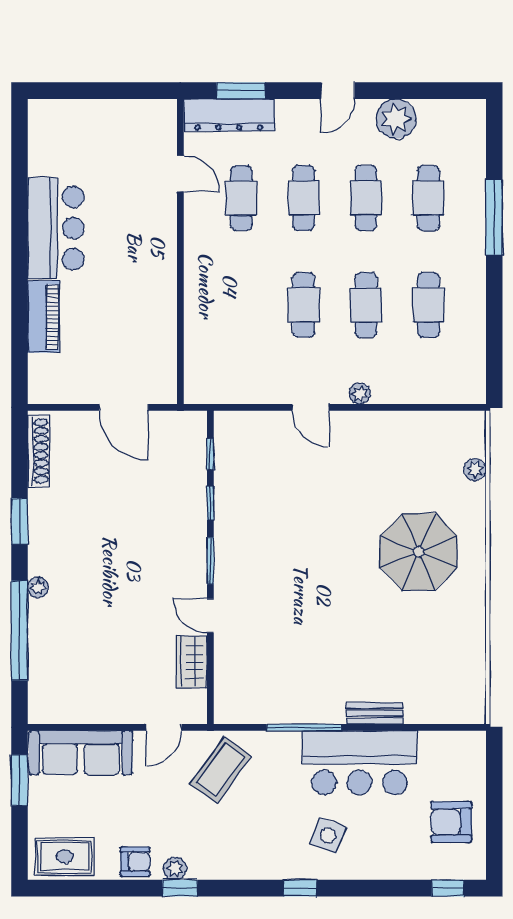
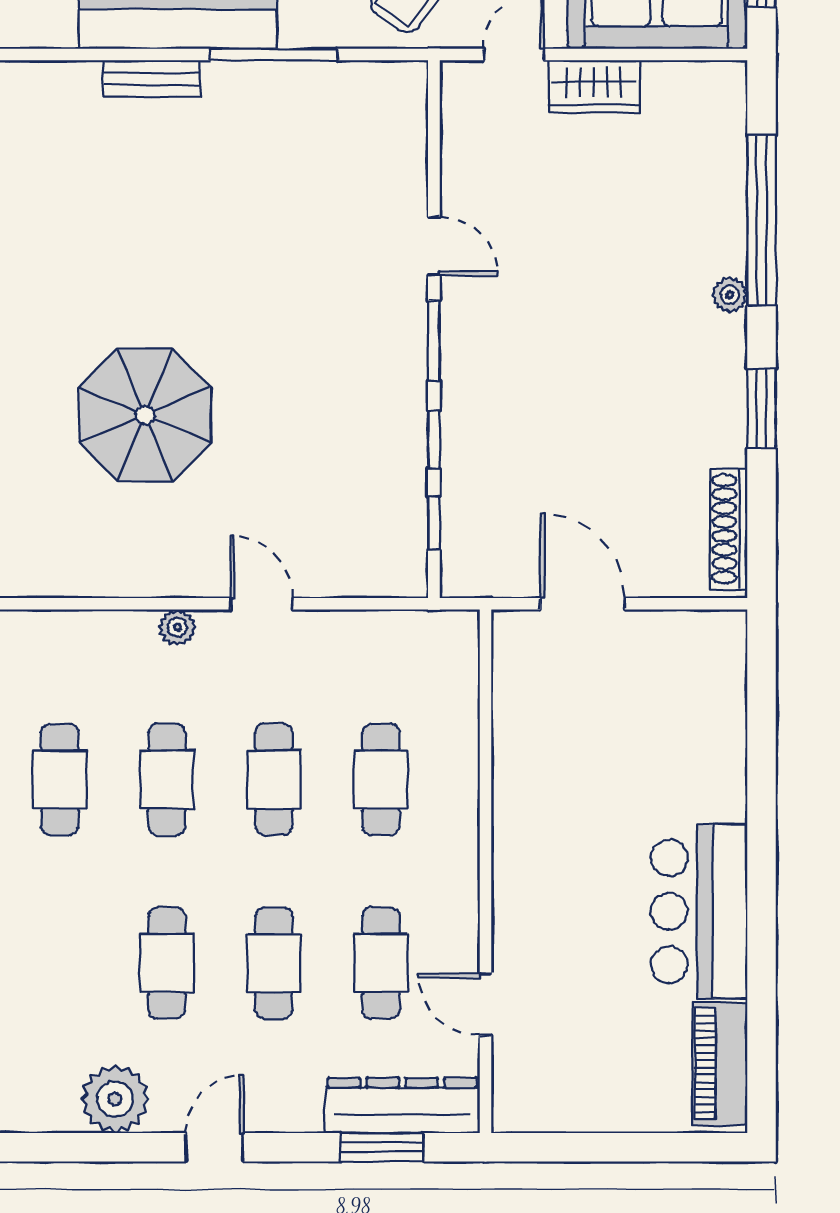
cafe table: (428, 198) -> (381, 780), moved
piano: (44, 317) -> (720, 1064), moved
parasol: (419, 552) -> (145, 415), moved
wardrobe: (192, 662) -> (594, 86), moved, turned 90

